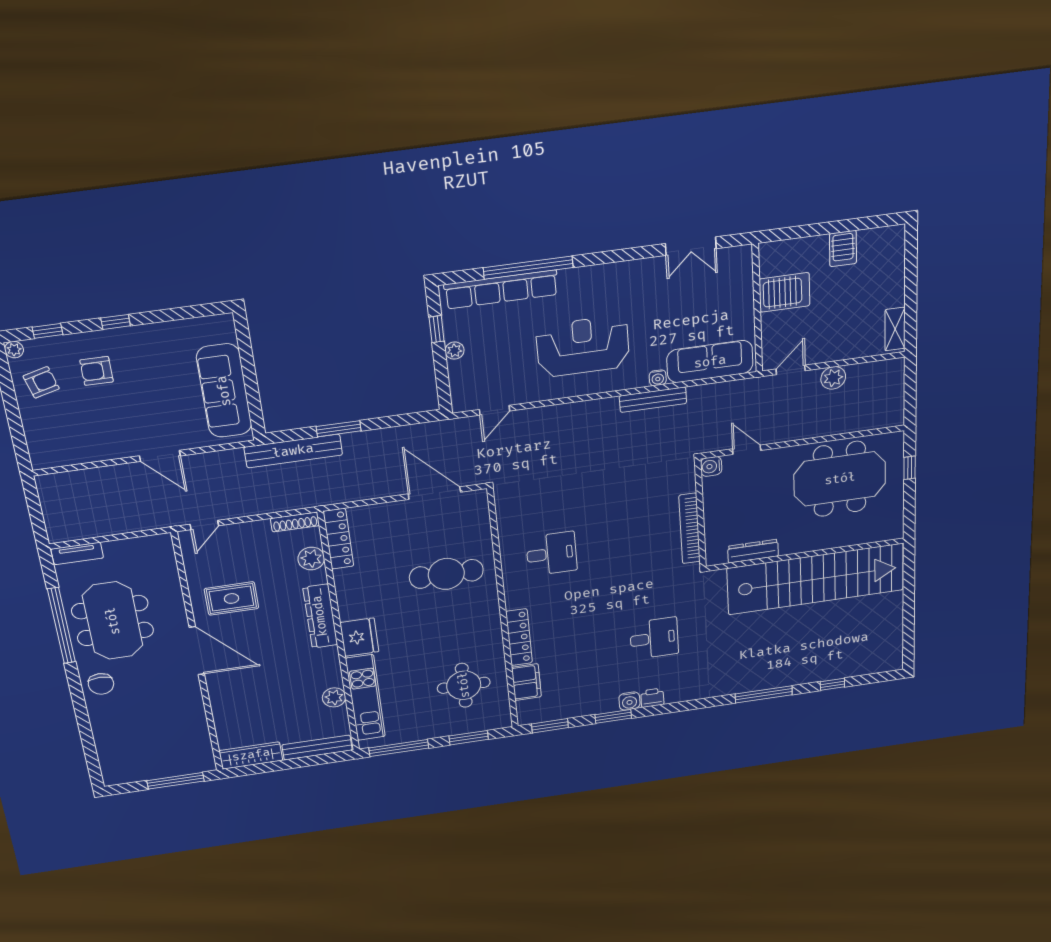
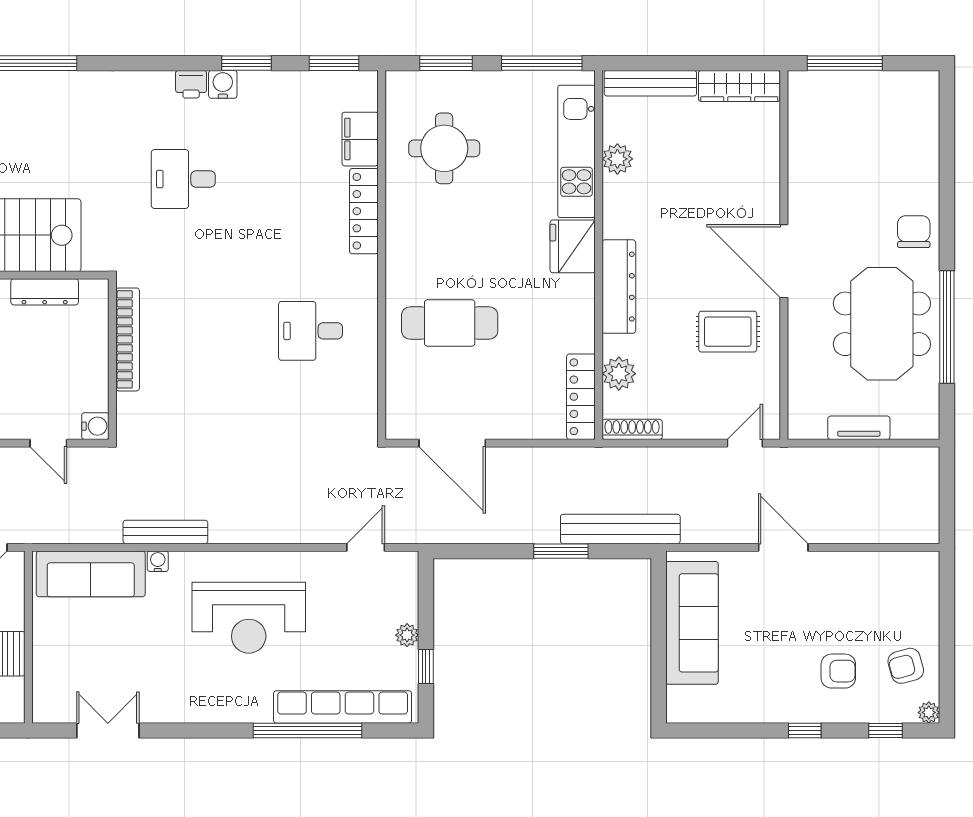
tv unit: (77, 553) -> (859, 428), moved

